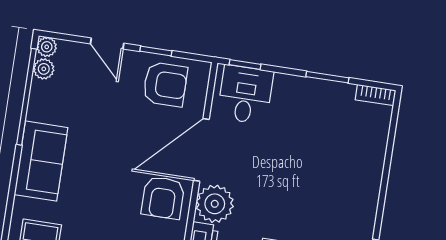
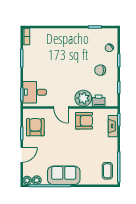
door: (201, 150) -> (61, 107), width x0.53
sofa: (41, 161) -> (64, 175), moved

